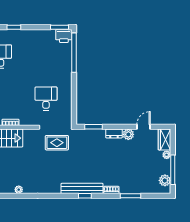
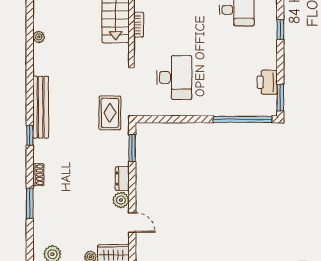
printer: (64, 36) -> (267, 82), moved
desk: (46, 99) -> (174, 77), width x1.37
rug: (57, 143) -> (110, 113), moved
bench: (82, 188) -> (41, 107), moved

